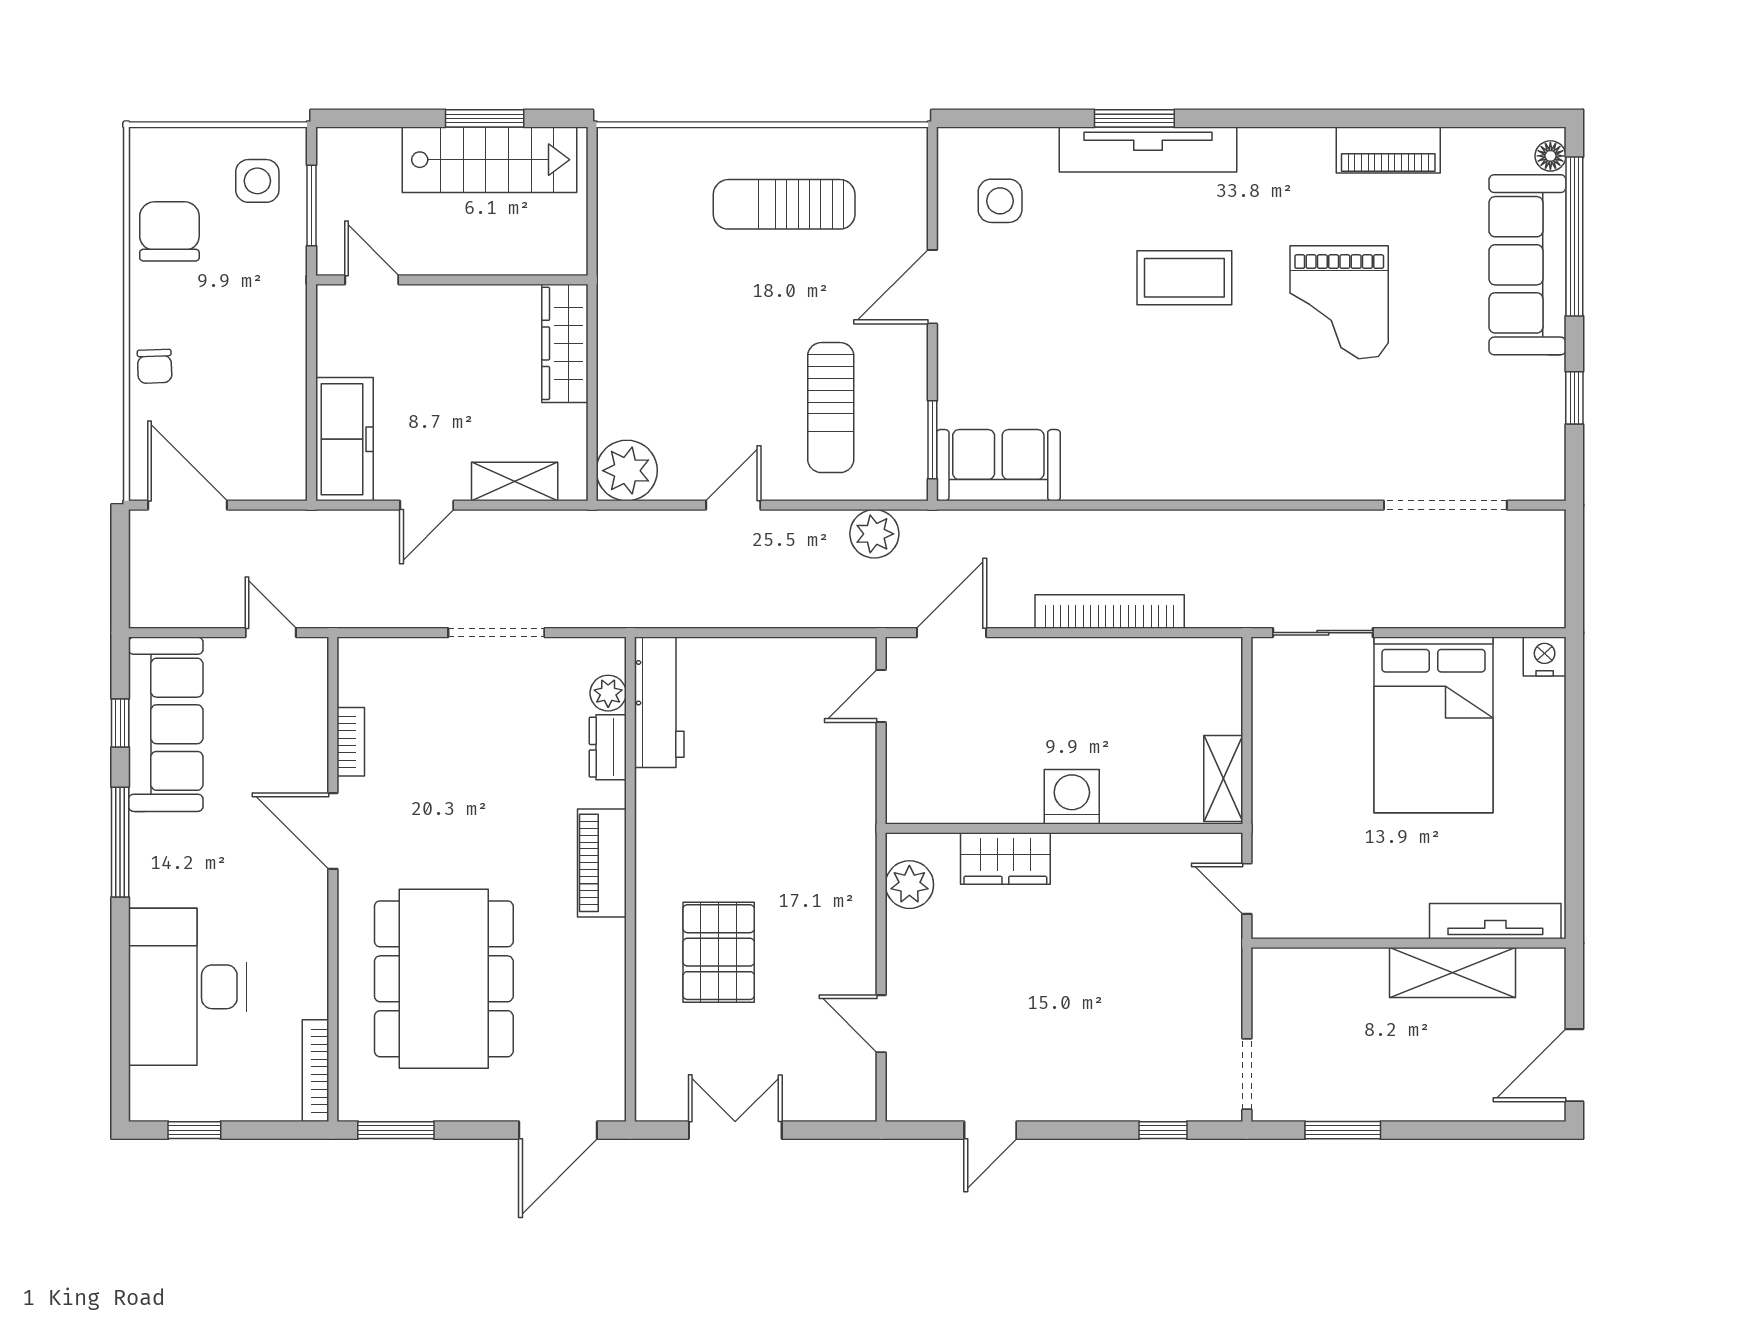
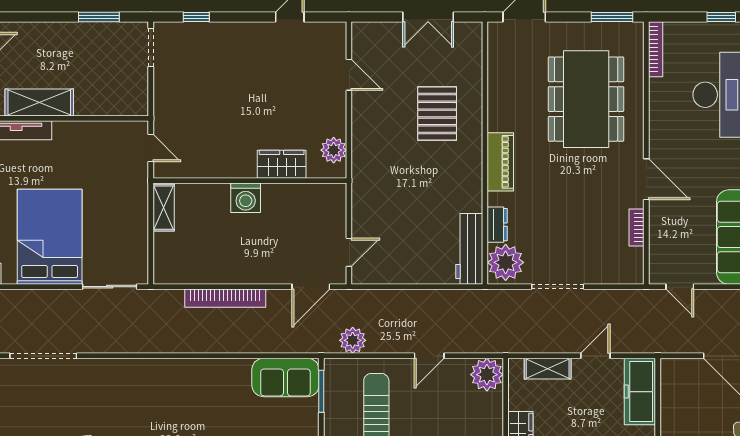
plant: (608, 693) -> (506, 262), width x1.88, depth x1.88

